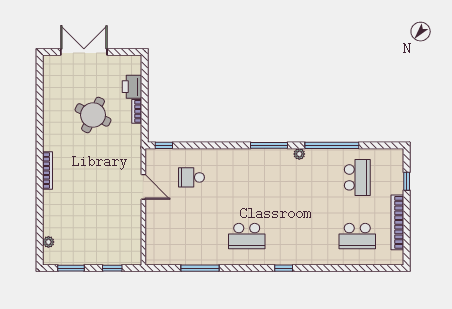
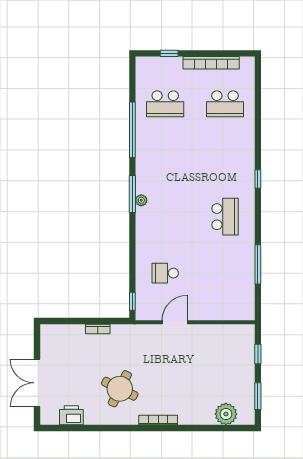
printer: (132, 87) -> (71, 415), moved, turned 180
round table: (93, 115) -> (120, 389), moved
plant: (299, 154) -> (141, 200), moved
school desk: (191, 177) -> (165, 273), turned 90
school desk: (357, 177) -> (165, 104), turned 180
school desk: (357, 236) -> (225, 104), turned 90
plant: (48, 242) -> (226, 414), width x1.88, depth x1.88

